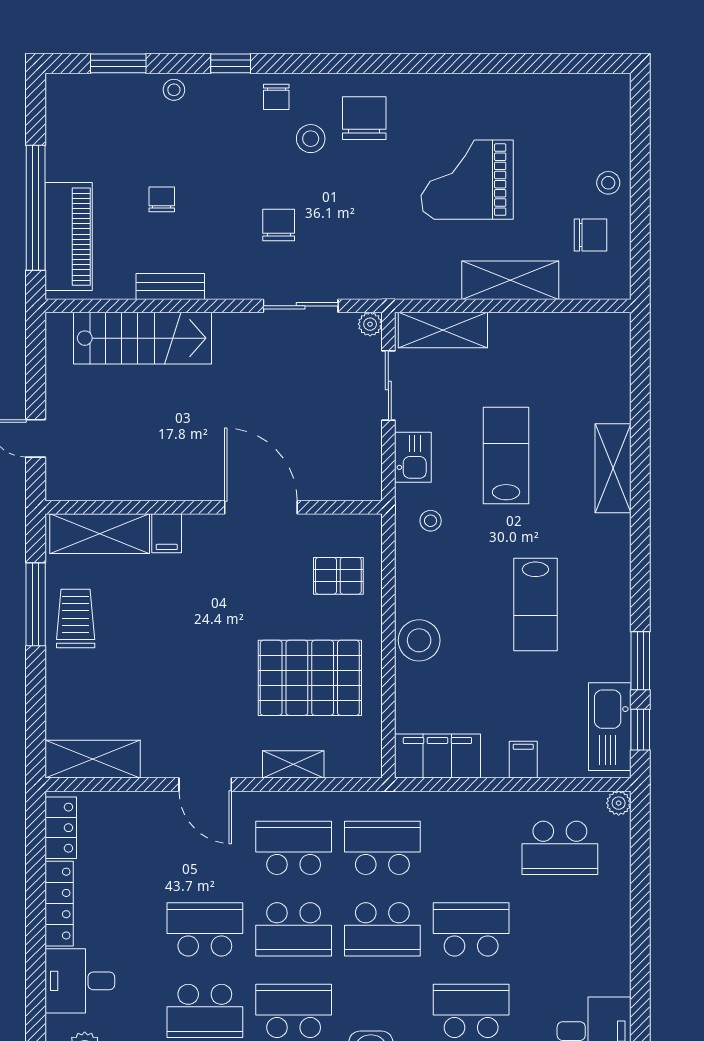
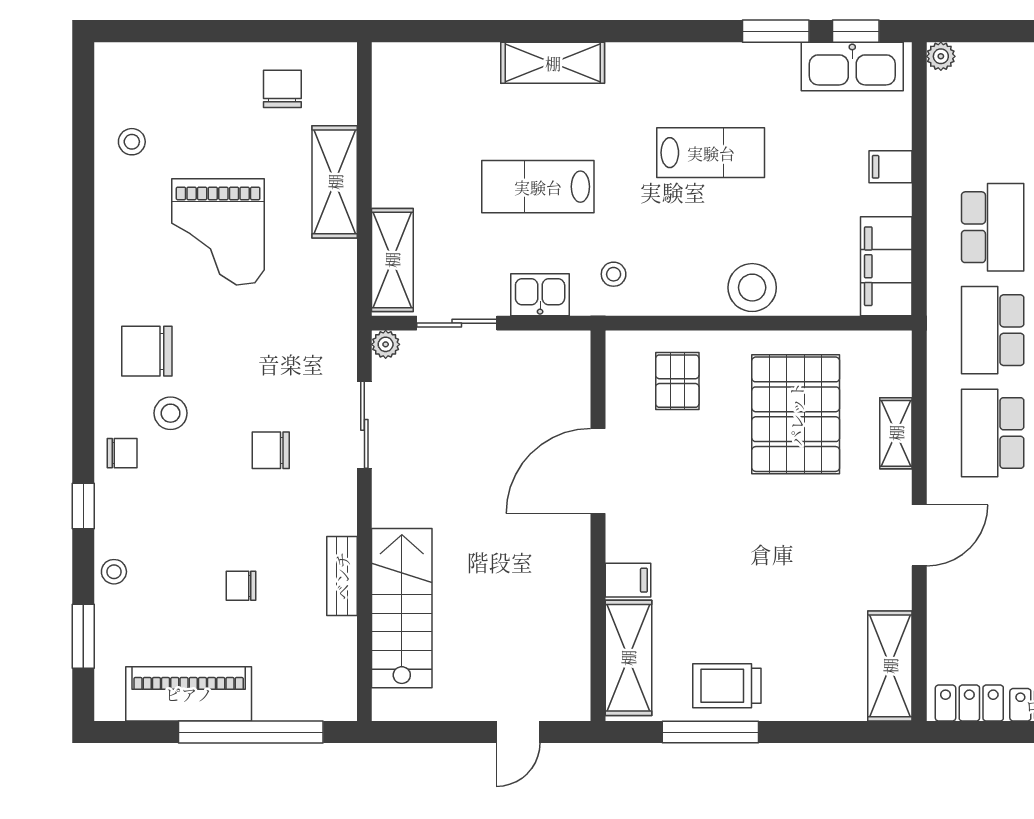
stool: (608, 183) -> (132, 142), moved
piano: (69, 237) -> (189, 694), moved
school desk: (560, 848) -> (993, 227), moved

